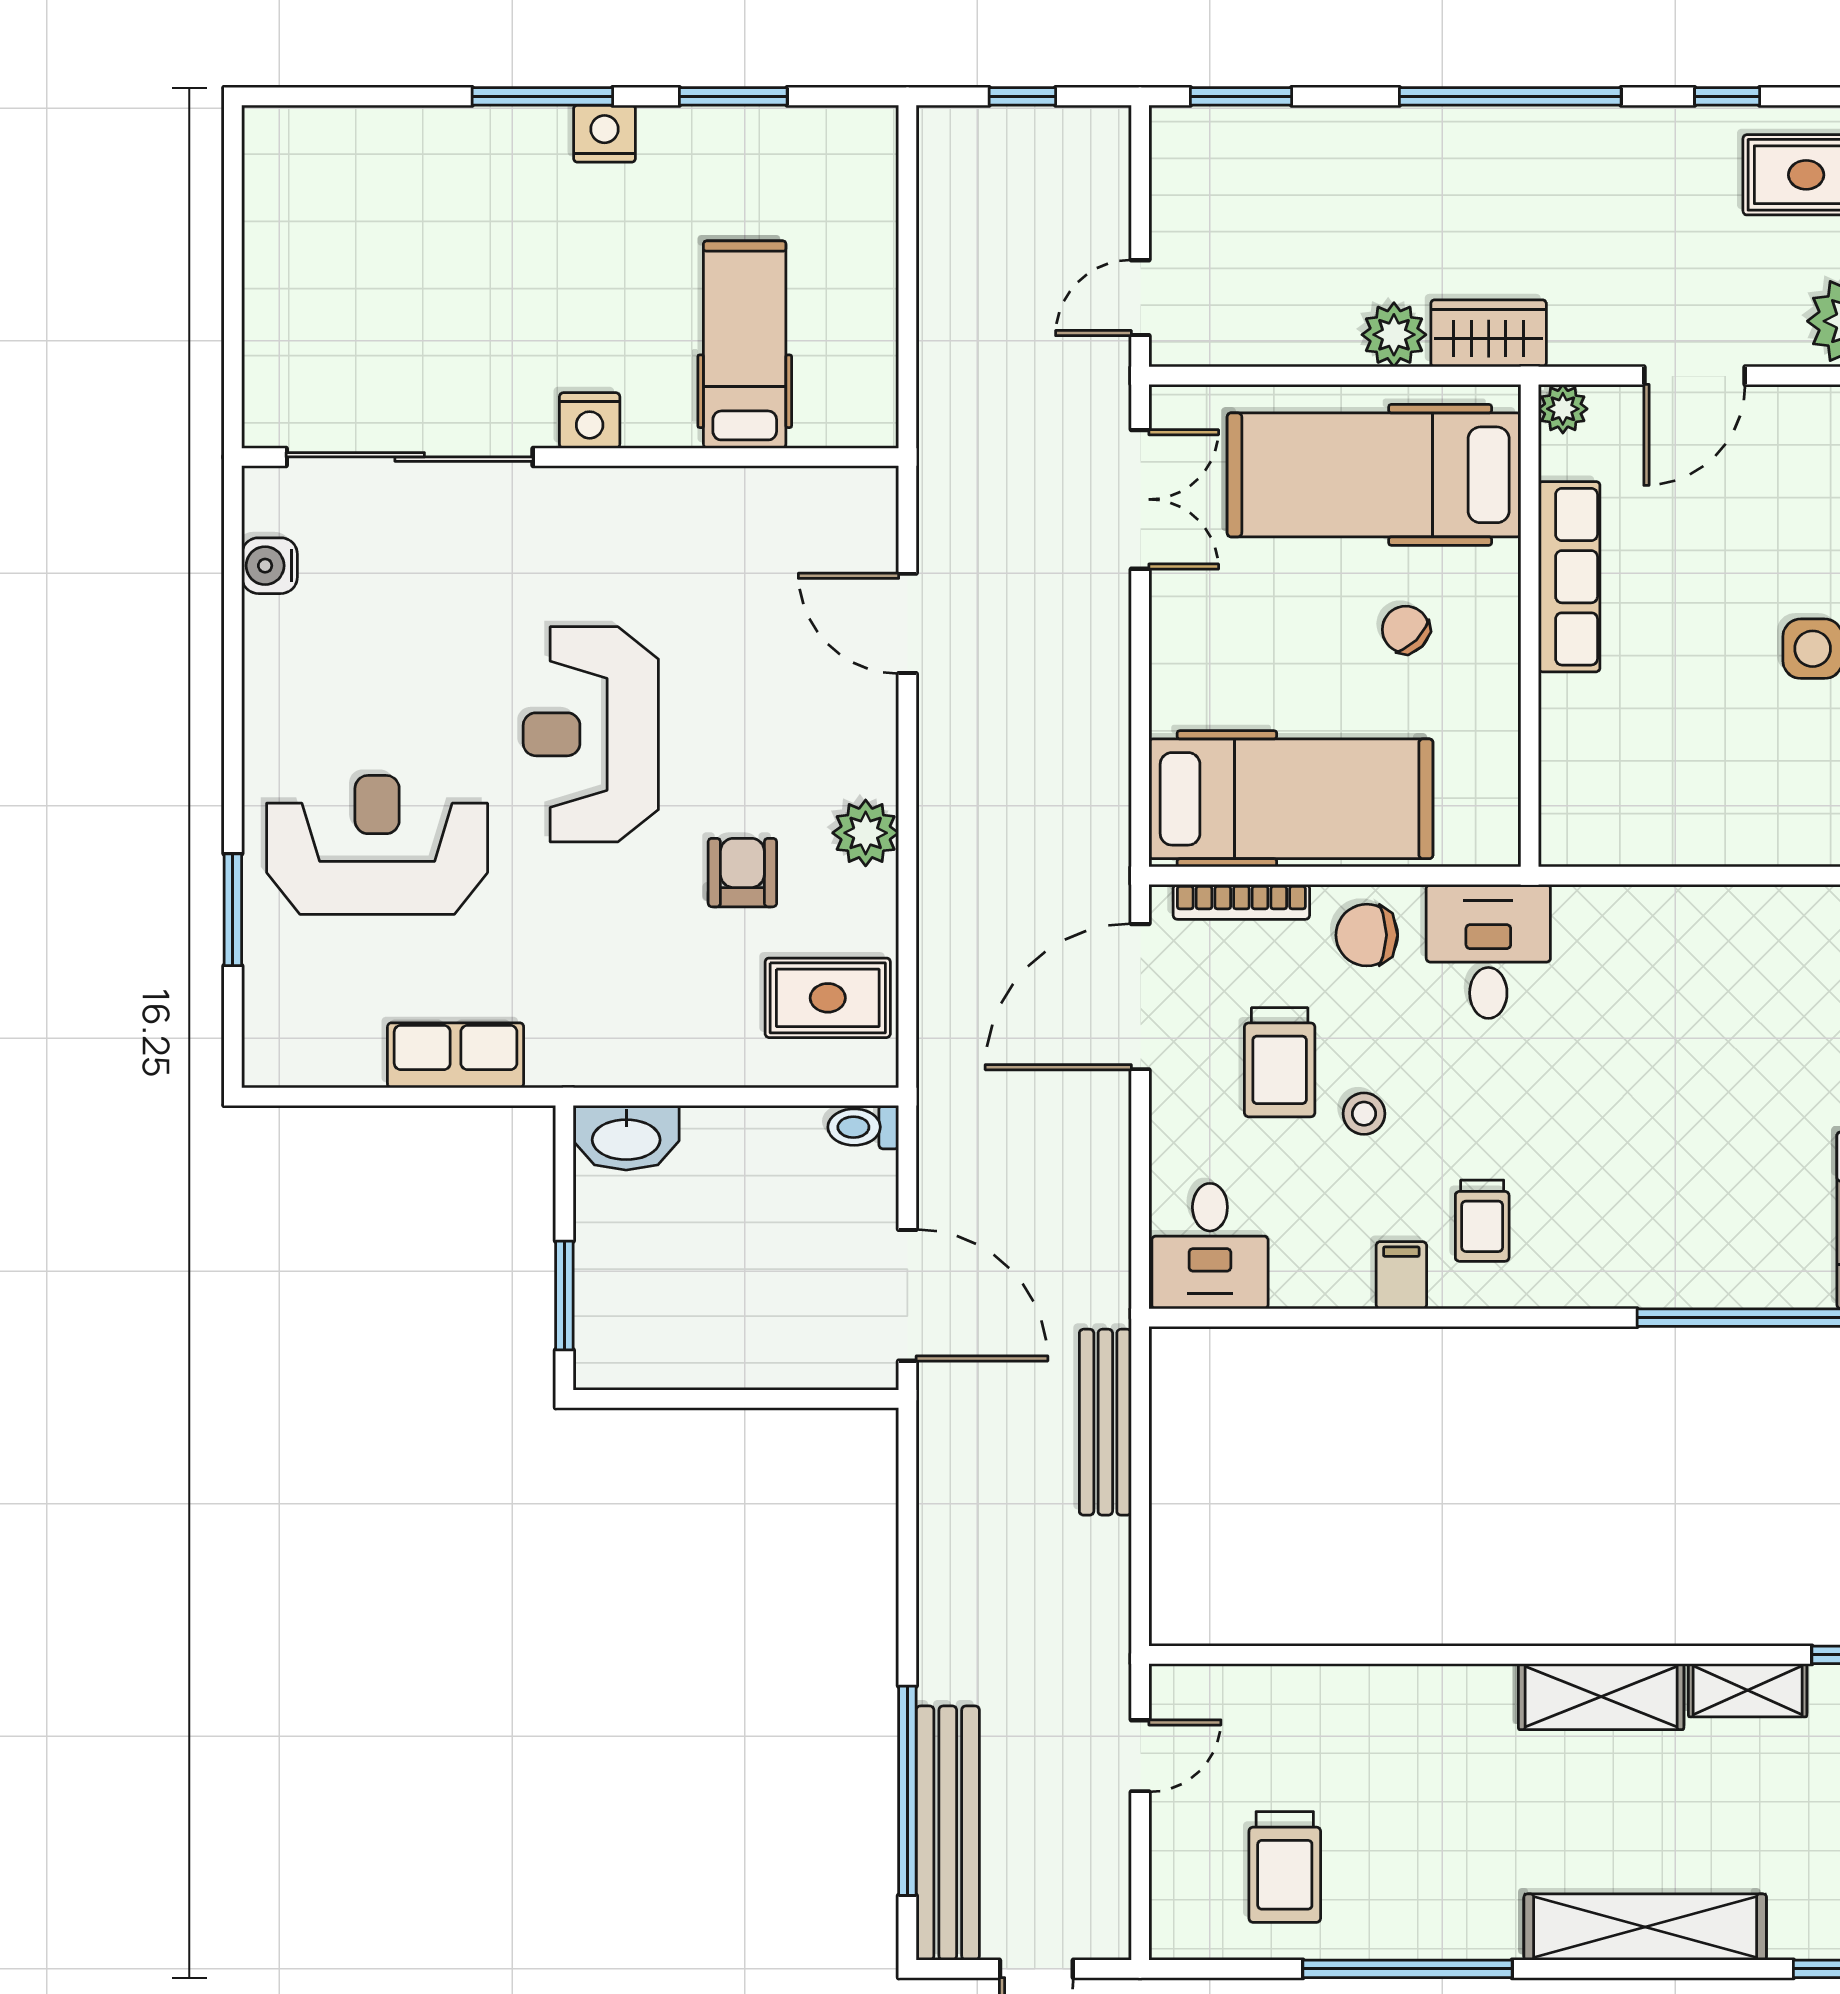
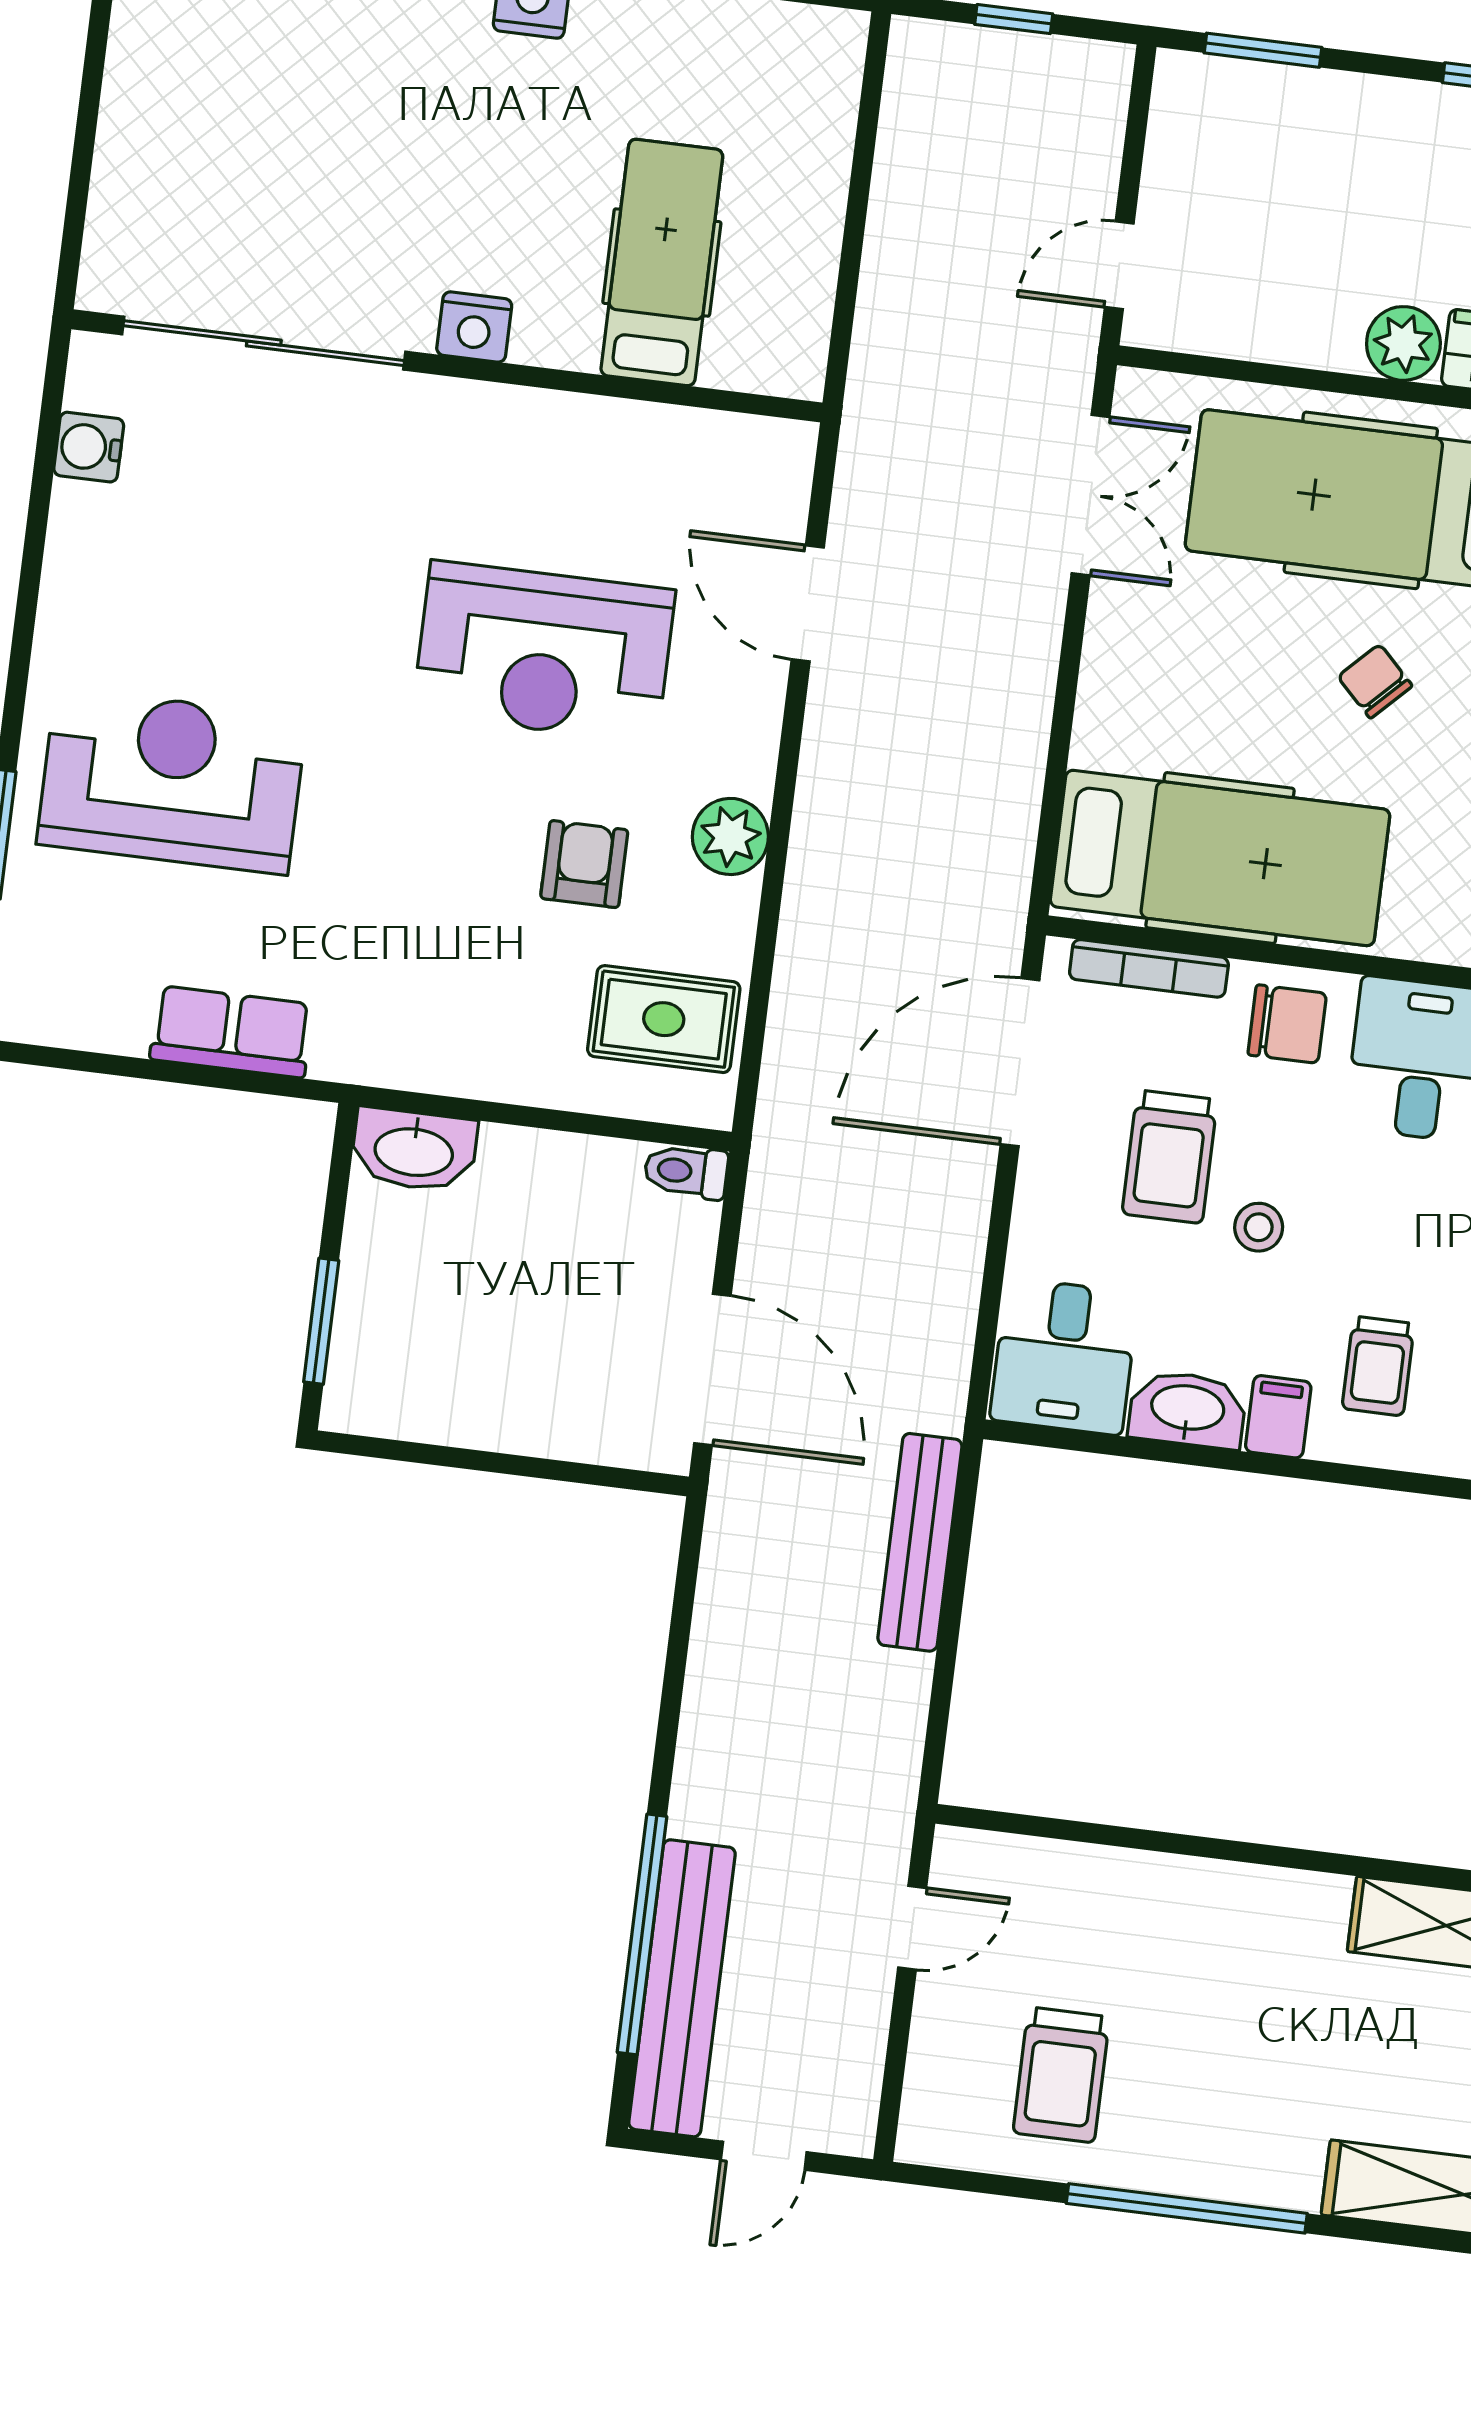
reception desk: (591, 734) -> (544, 652), moved, turned -90
chair: (1367, 935) -> (1287, 1024), turned 180
washbasin: (1322, 1279) -> (1187, 1409), added

